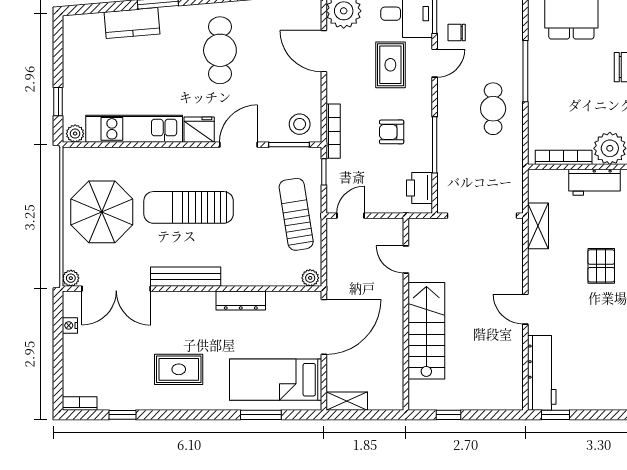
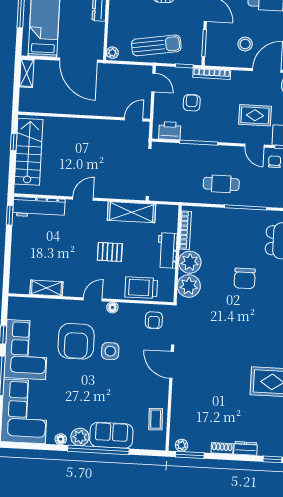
stool: (300, 124) -> (245, 44), moved
armchair: (392, 132) -> (192, 103), moved
shelving: (538, 226) -> (132, 212), width x1.50, depth x1.33
door: (406, 259) -> (134, 119), moved
stairs: (426, 331) -> (29, 152), moved, turned -90

